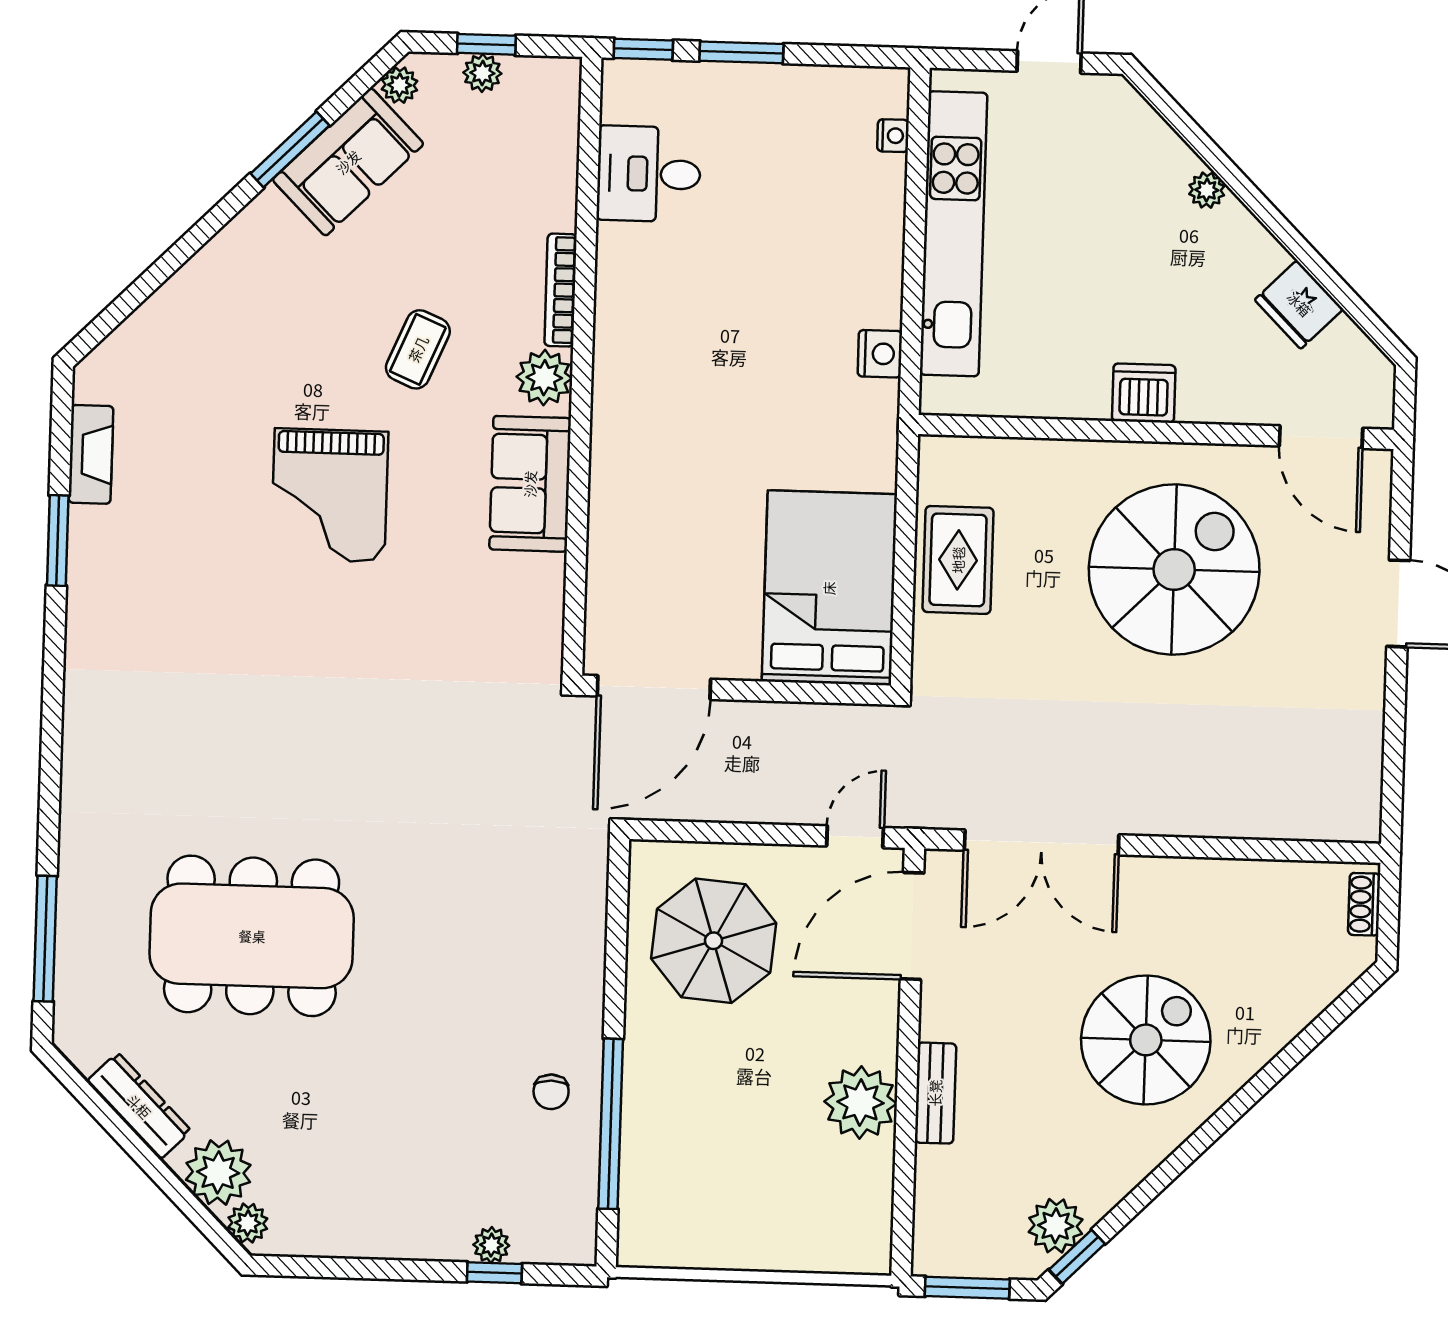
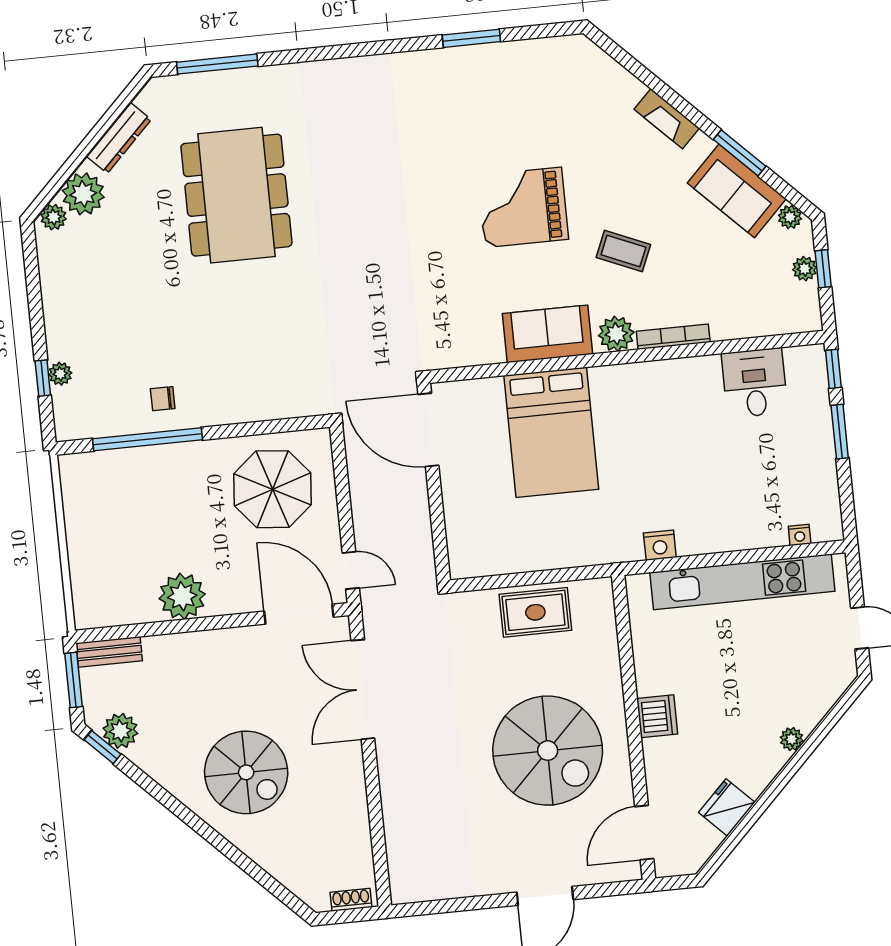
fireplace: (91, 454) -> (667, 119), moved, turned 45
bed: (829, 588) -> (551, 432), moved, turned 90
bench: (935, 1093) -> (109, 652), moved

